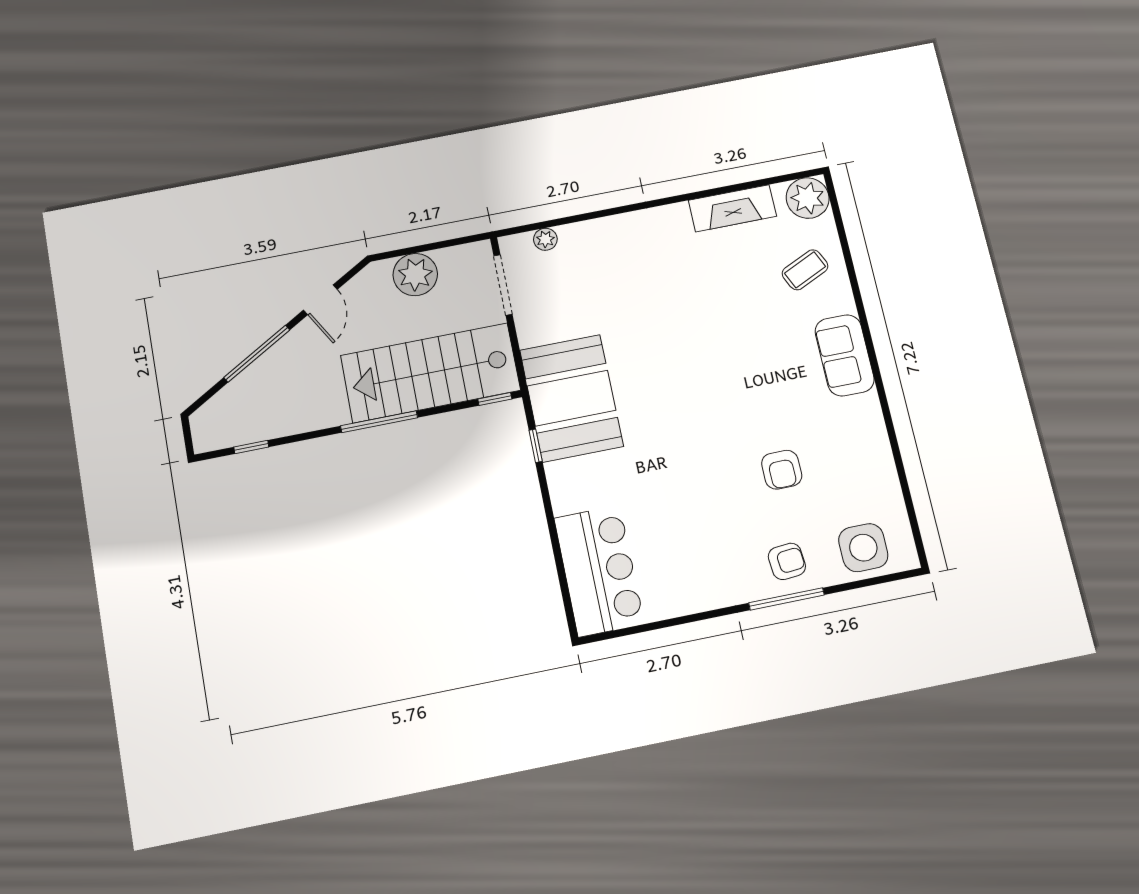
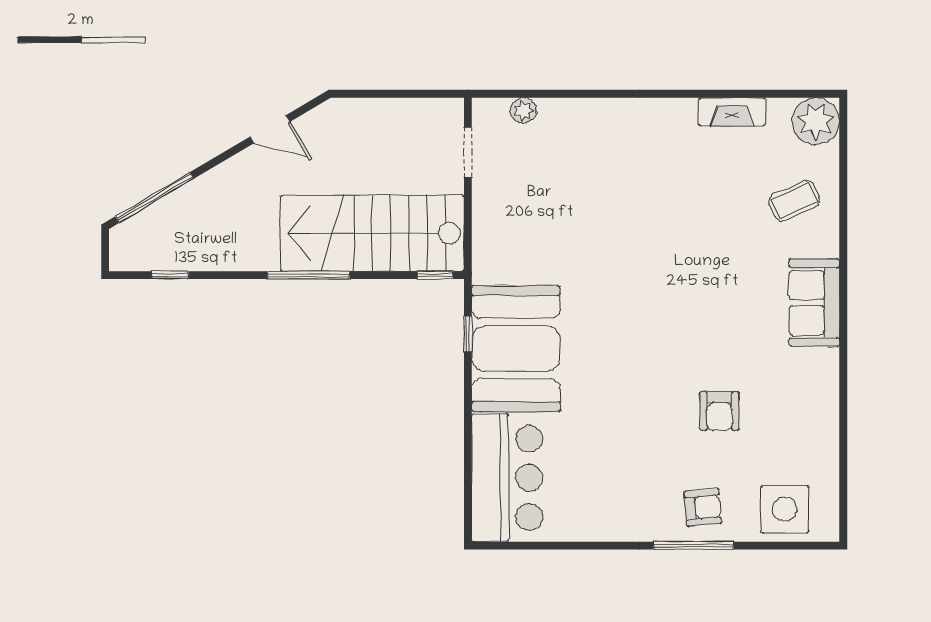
fireplace: (732, 208) -> (732, 112), width x0.73, depth x0.76
plant: (415, 275) -> (376, 122), removed
doorway: (503, 285) -> (468, 152), width x0.73
door: (320, 300) -> (270, 129), hinge flipped
window: (257, 354) -> (155, 198), moved
booth: (571, 398) -> (516, 349), moved

